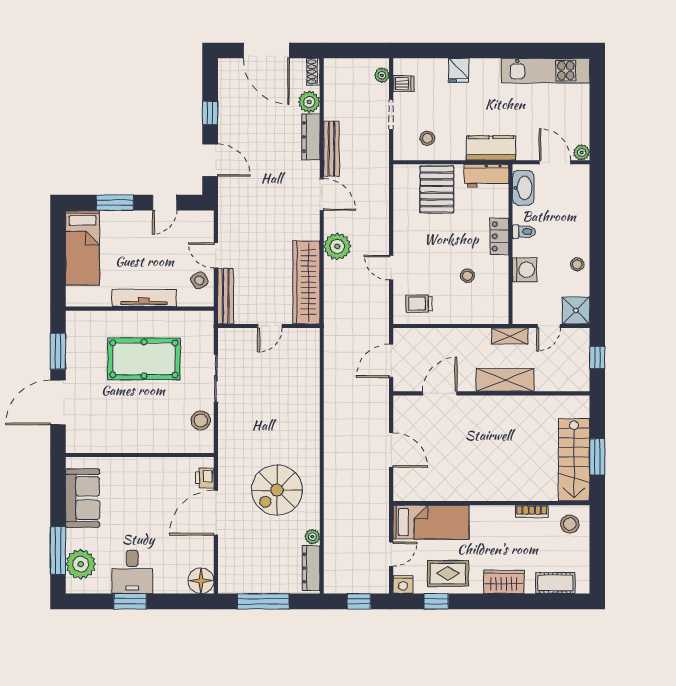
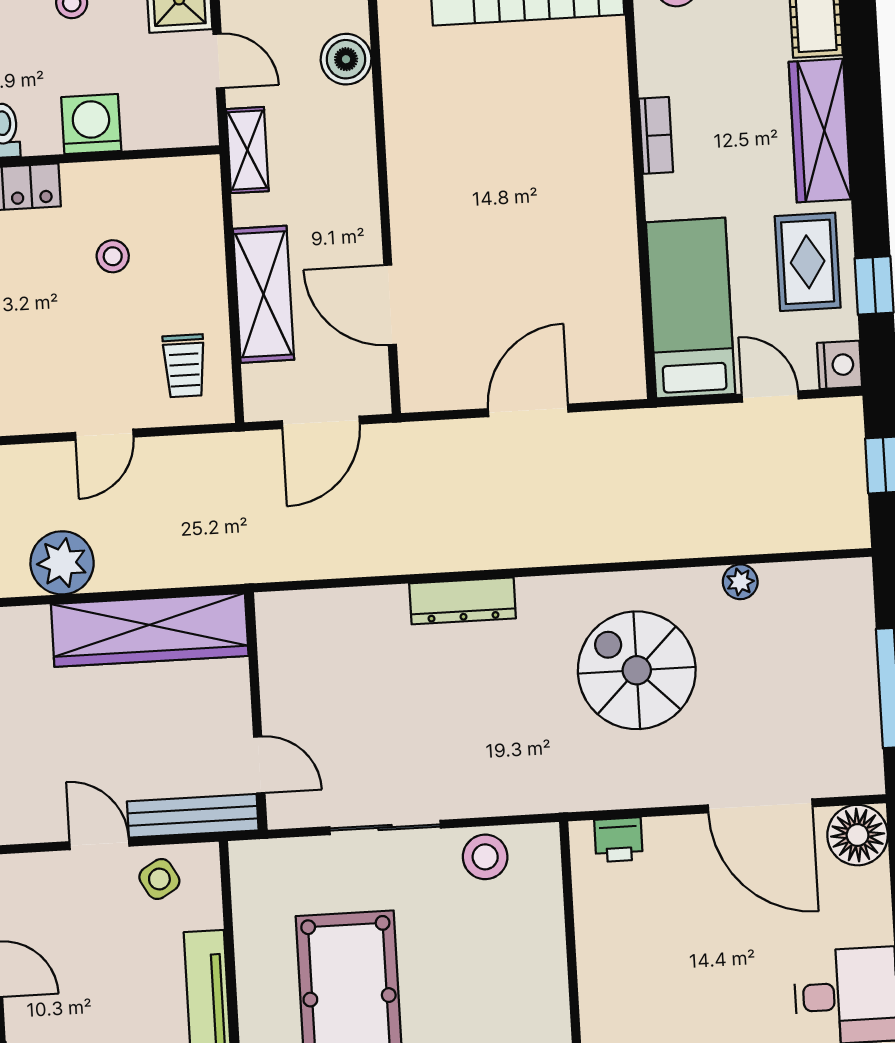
door: (216, 255) -> (99, 844), swing flipped
door: (270, 326) -> (259, 765), moved
door: (391, 361) -> (321, 422), hinge flipped
shelving: (505, 380) -> (264, 294), moved
boiler: (546, 381) -> (346, 59), added
spiral stairs: (277, 490) -> (637, 670), turned 180
bookcase: (532, 512) -> (656, 135), moved
door: (216, 513) -> (760, 806), moved
dresser: (311, 568) -> (463, 601), moved
wardrobe: (504, 582) -> (820, 131), width x1.50

